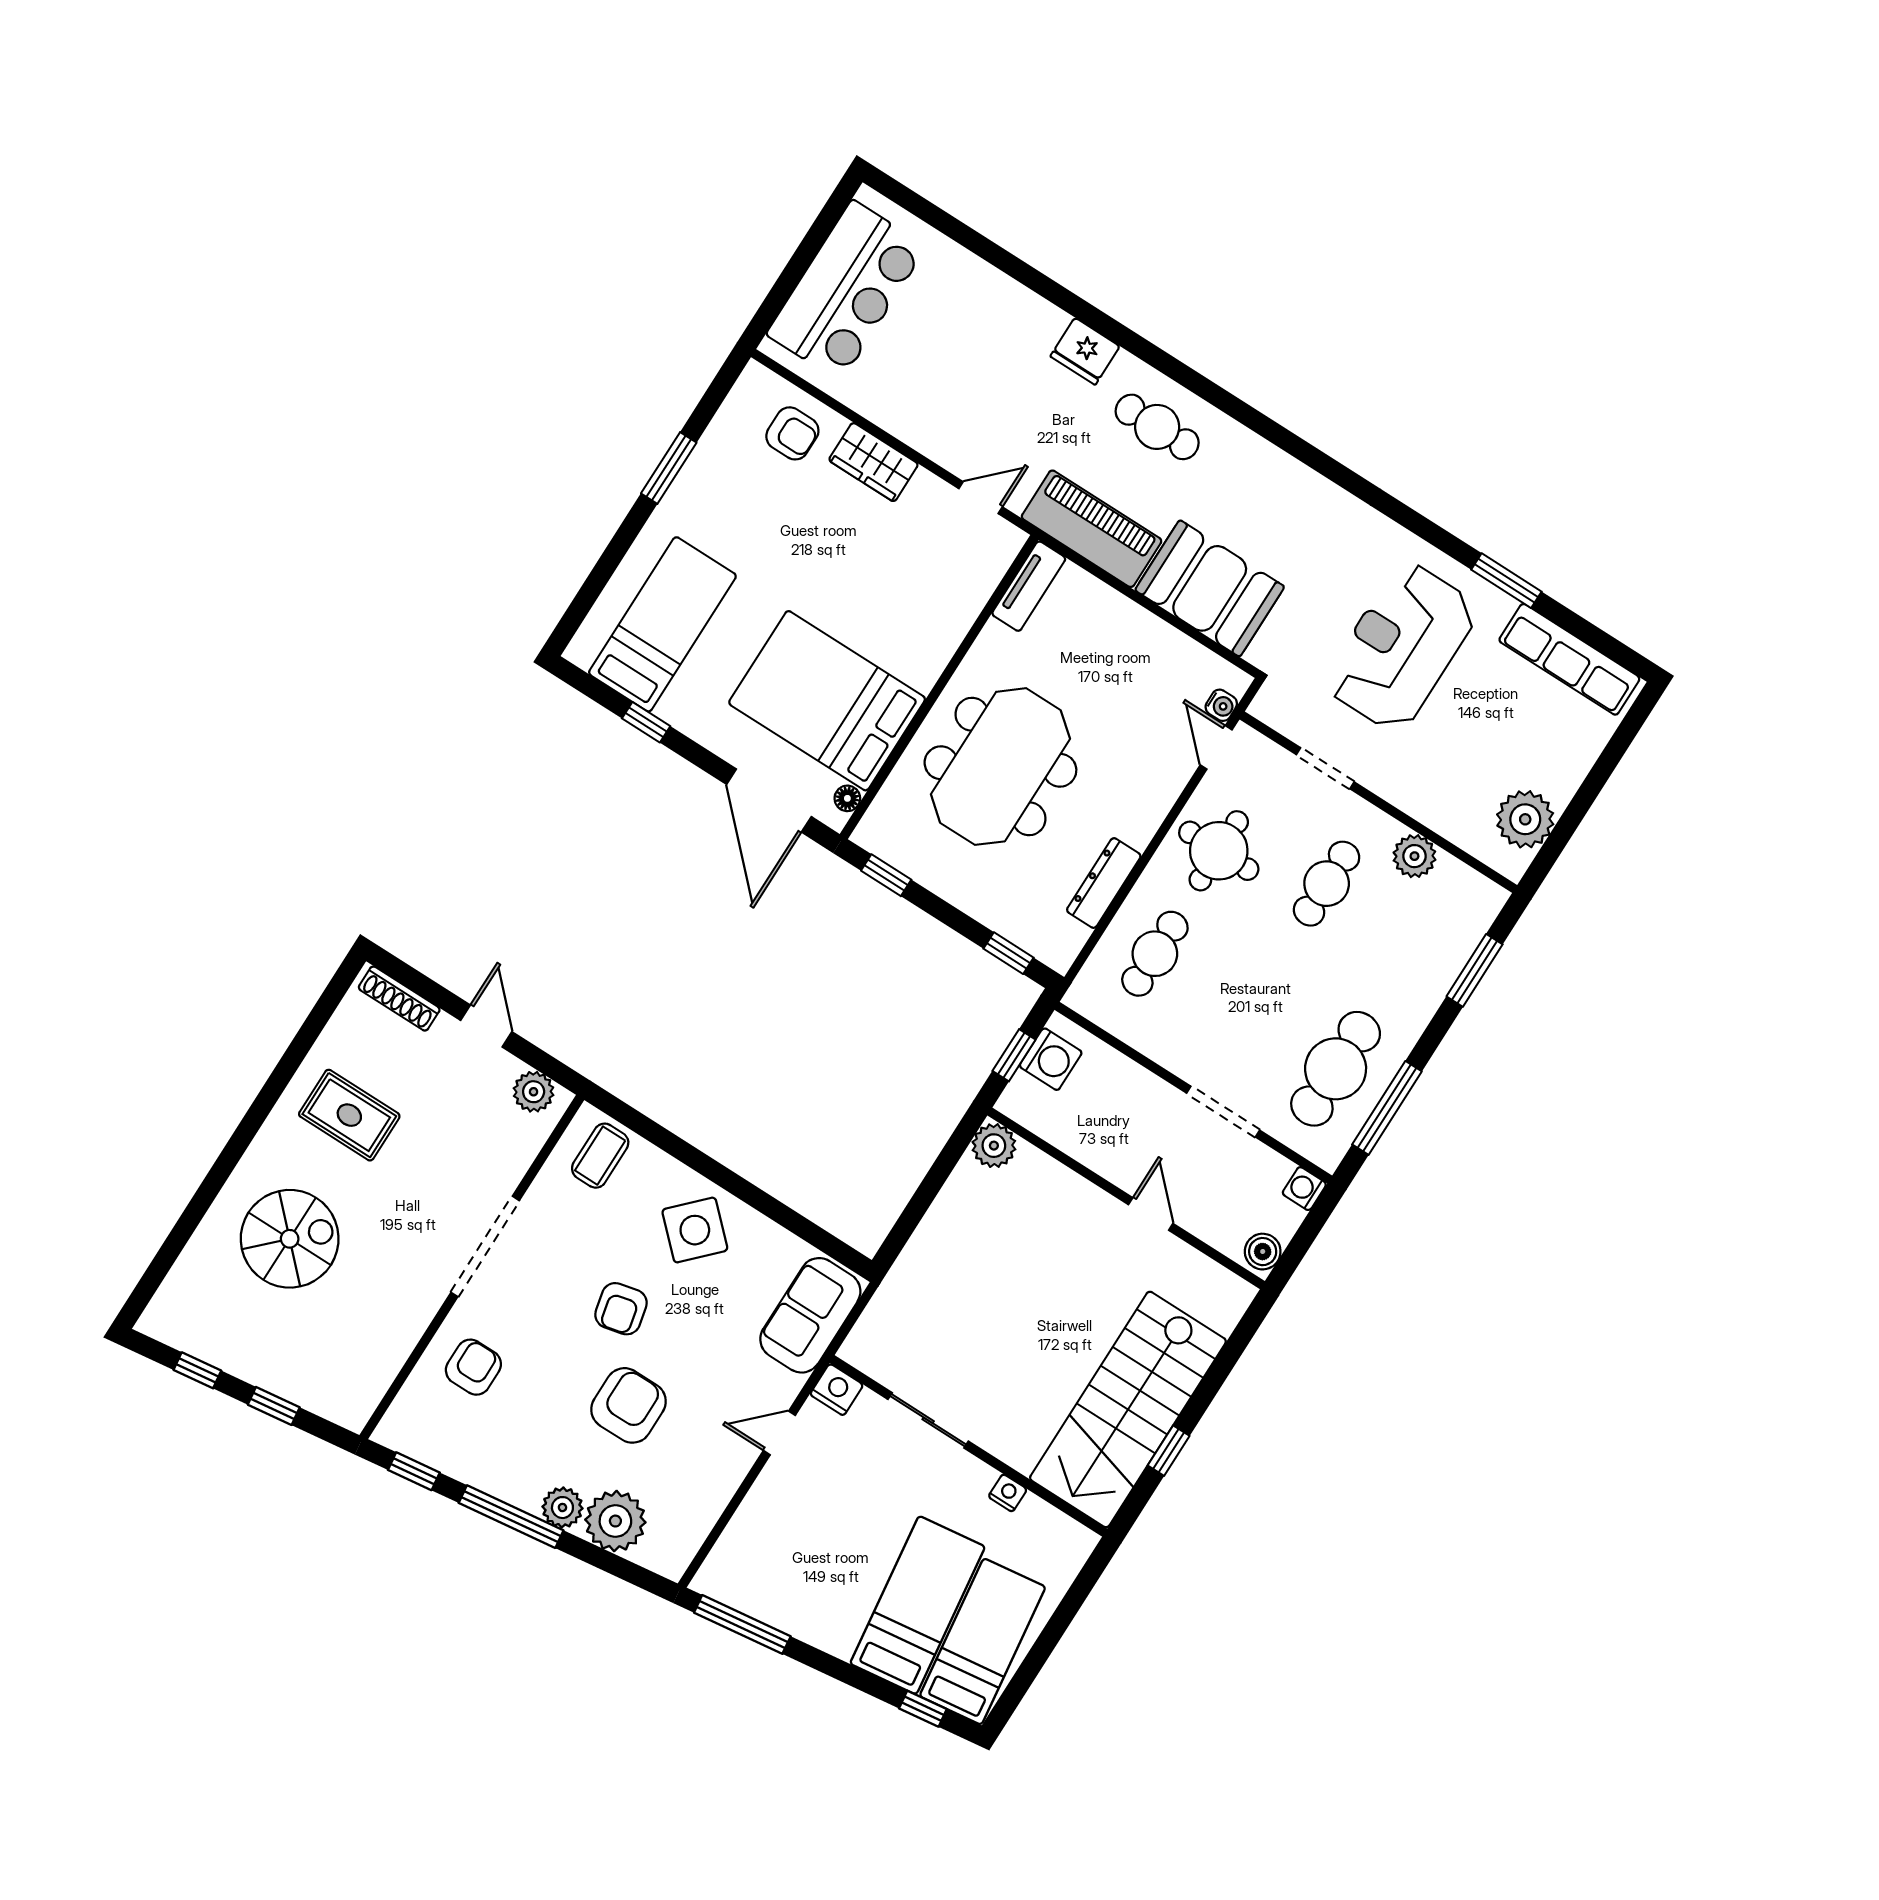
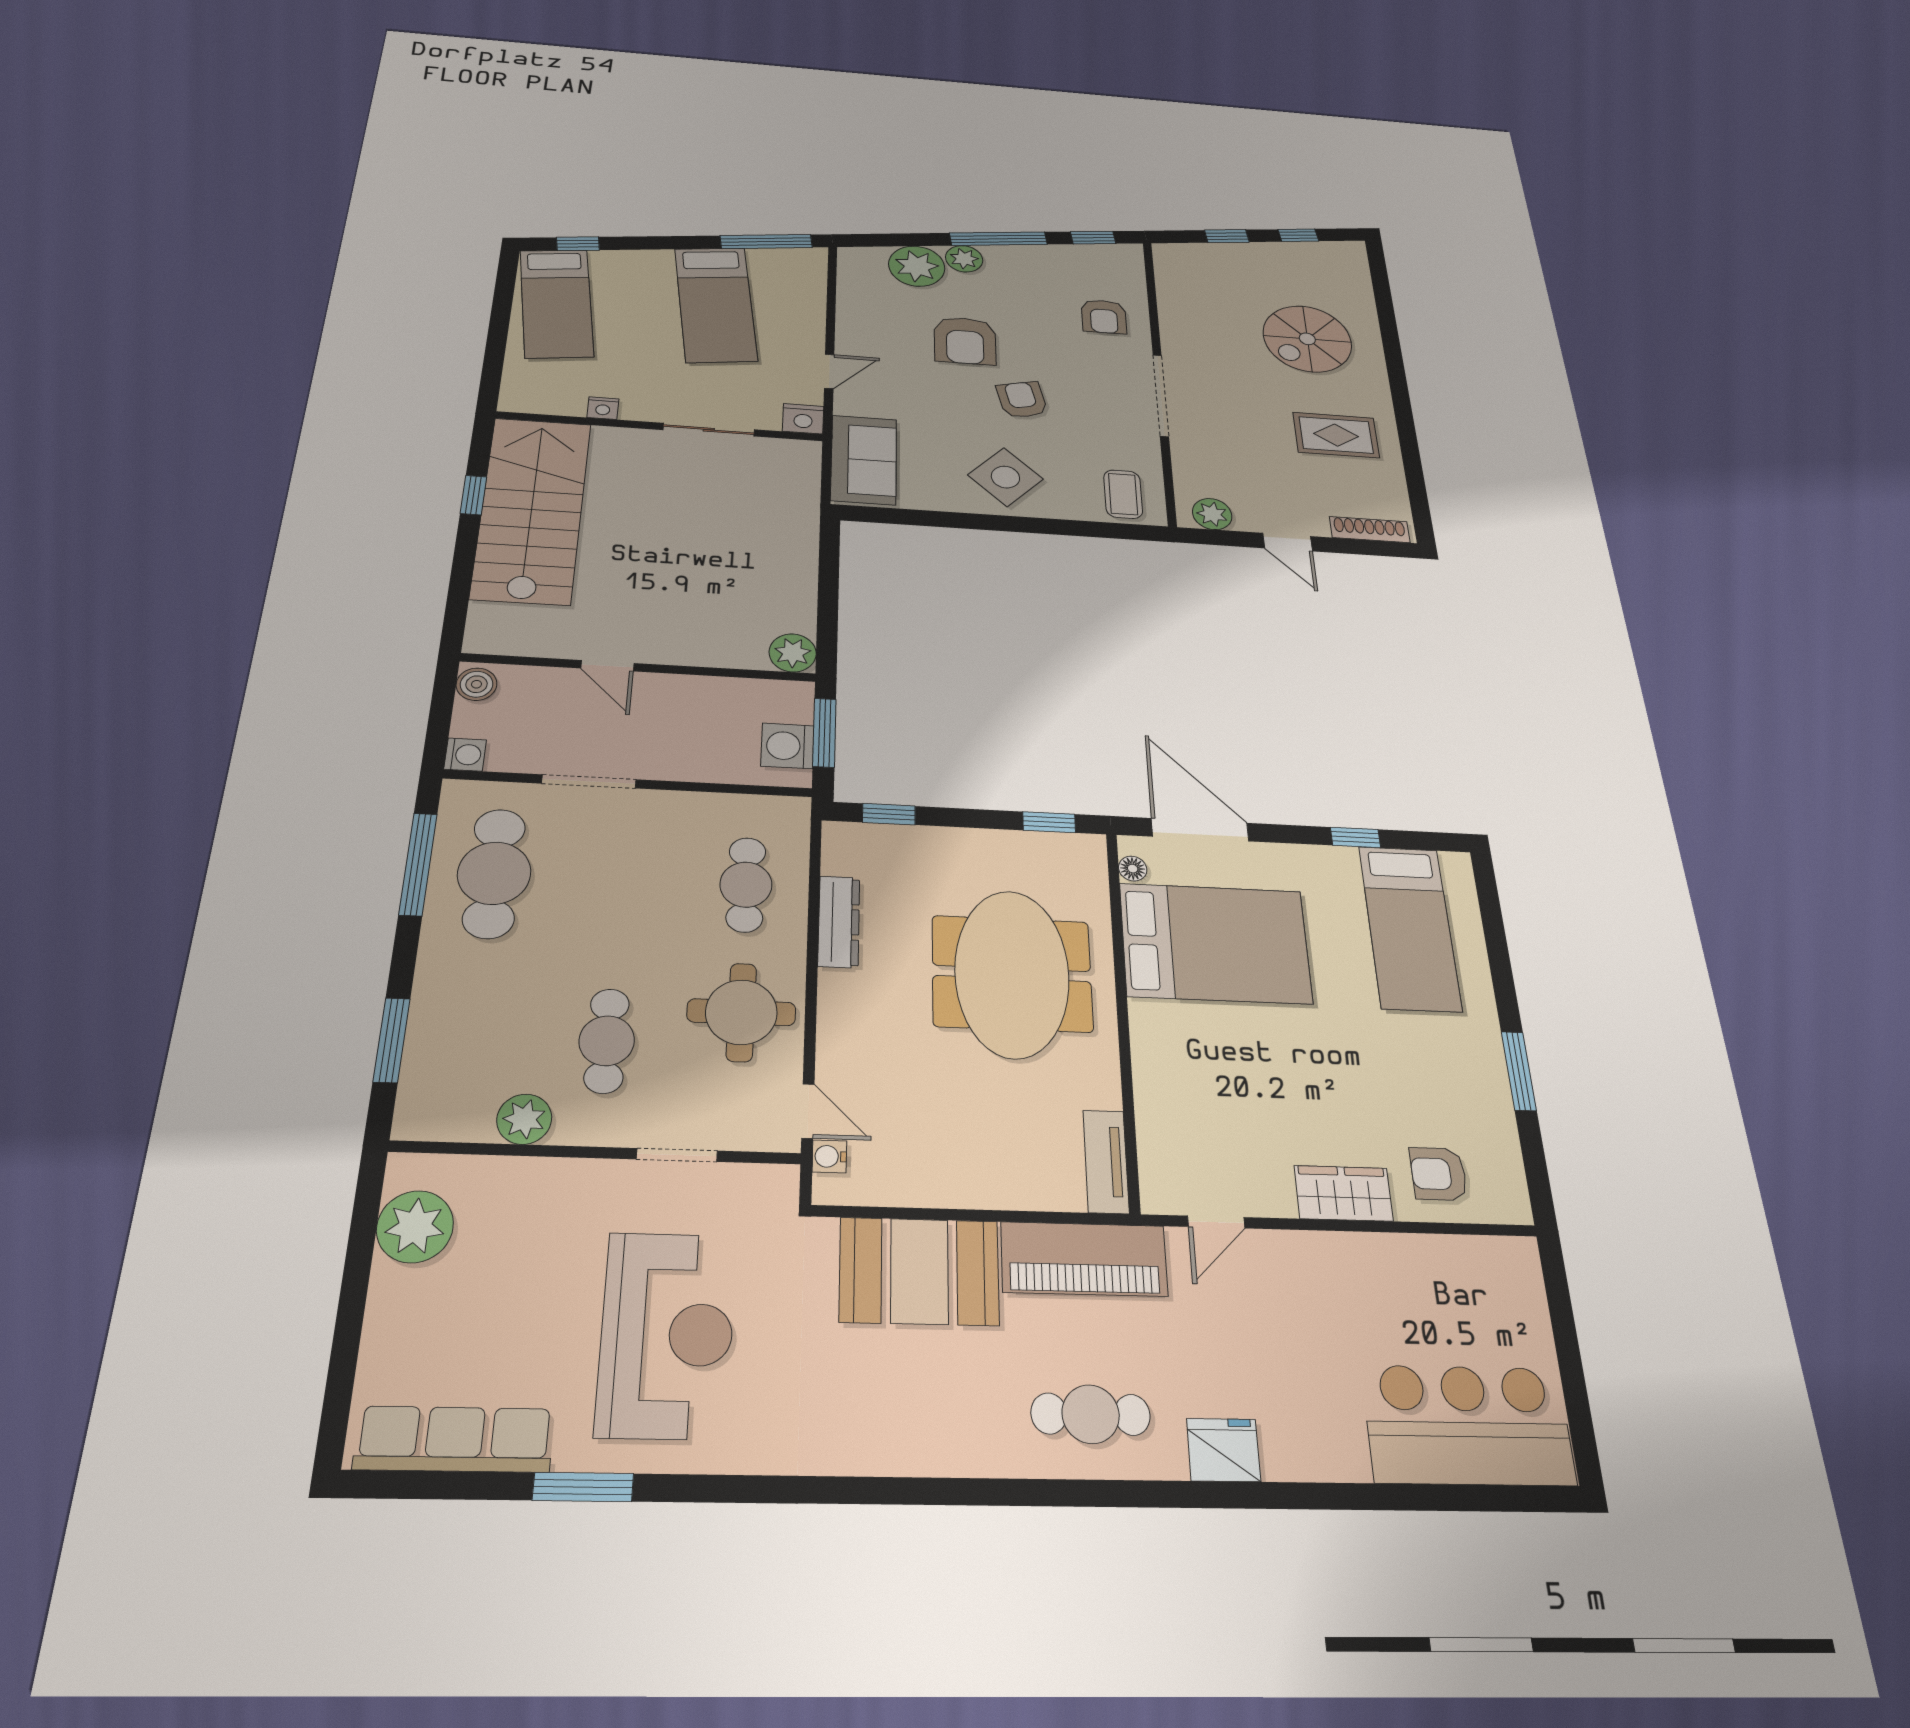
bar counter: (847, 291) -> (1468, 1425), moved, turned 90
window: (1014, 1055) -> (824, 733), width x1.50
bed: (918, 1605) -> (716, 304), moved

